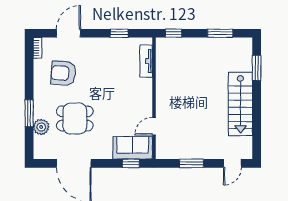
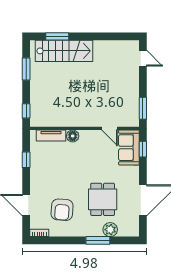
floor lamp: (146, 85) -> (73, 136), added
stairs: (240, 104) -> (64, 51), moved
window: (192, 163) -> (143, 108), moved

